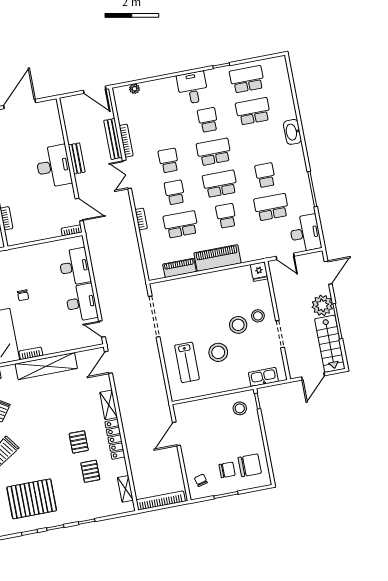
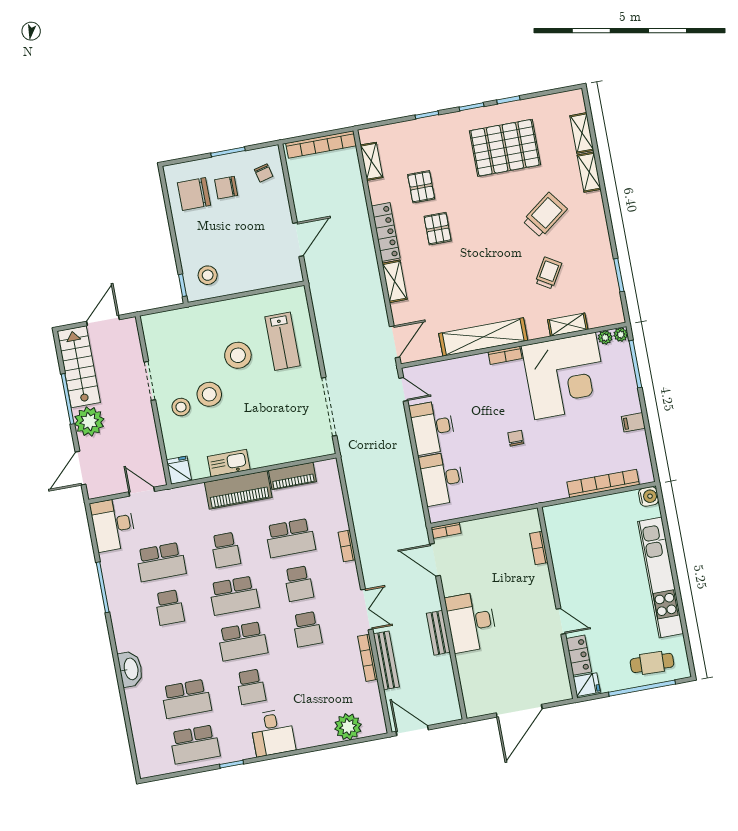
plant: (134, 89) -> (348, 727), width x1.88, depth x1.88
lab bench: (187, 362) -> (283, 341), turned 180
kitchen sink: (263, 377) -> (229, 463), moved, turned 180

